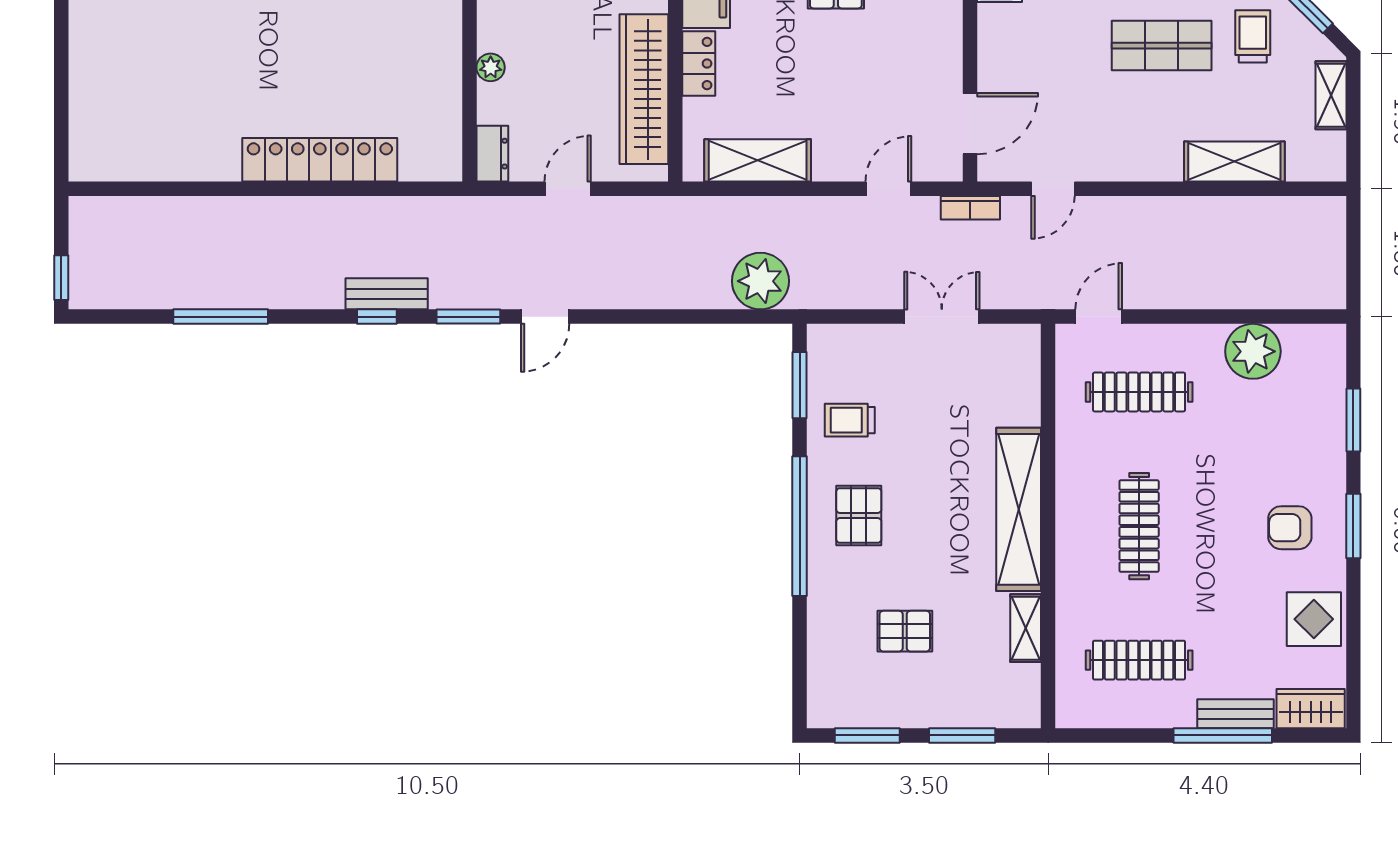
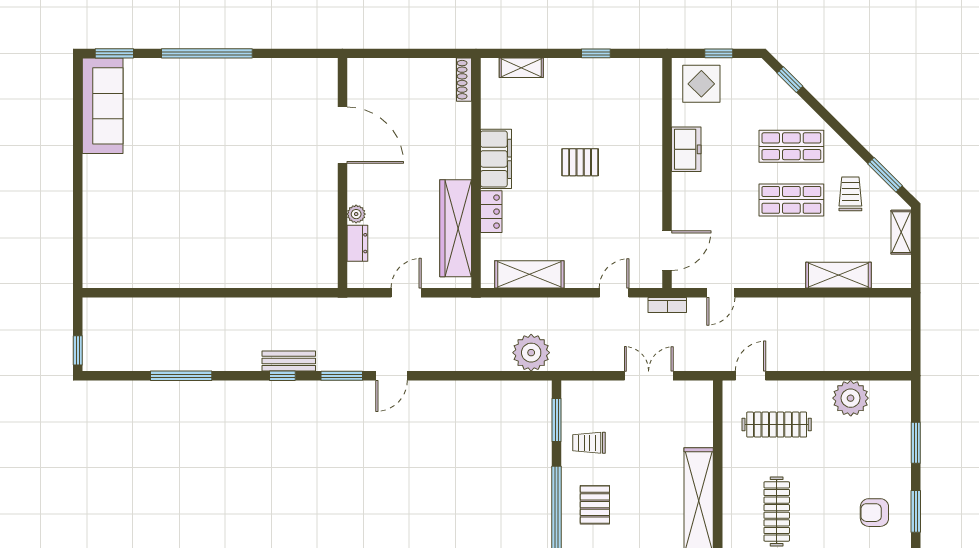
dresser: (492, 154) -> (357, 243), moved
locker: (320, 160) -> (245, 274), removed

